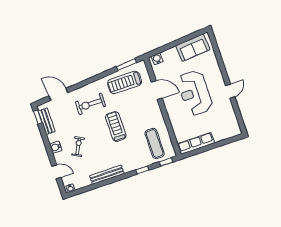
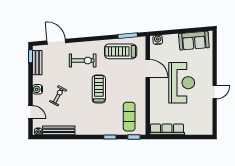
reception desk: (195, 93) -> (182, 83), turned 180
exercise bike: (90, 104) -> (83, 61), turned 180
bench: (107, 175) -> (59, 130), moved

